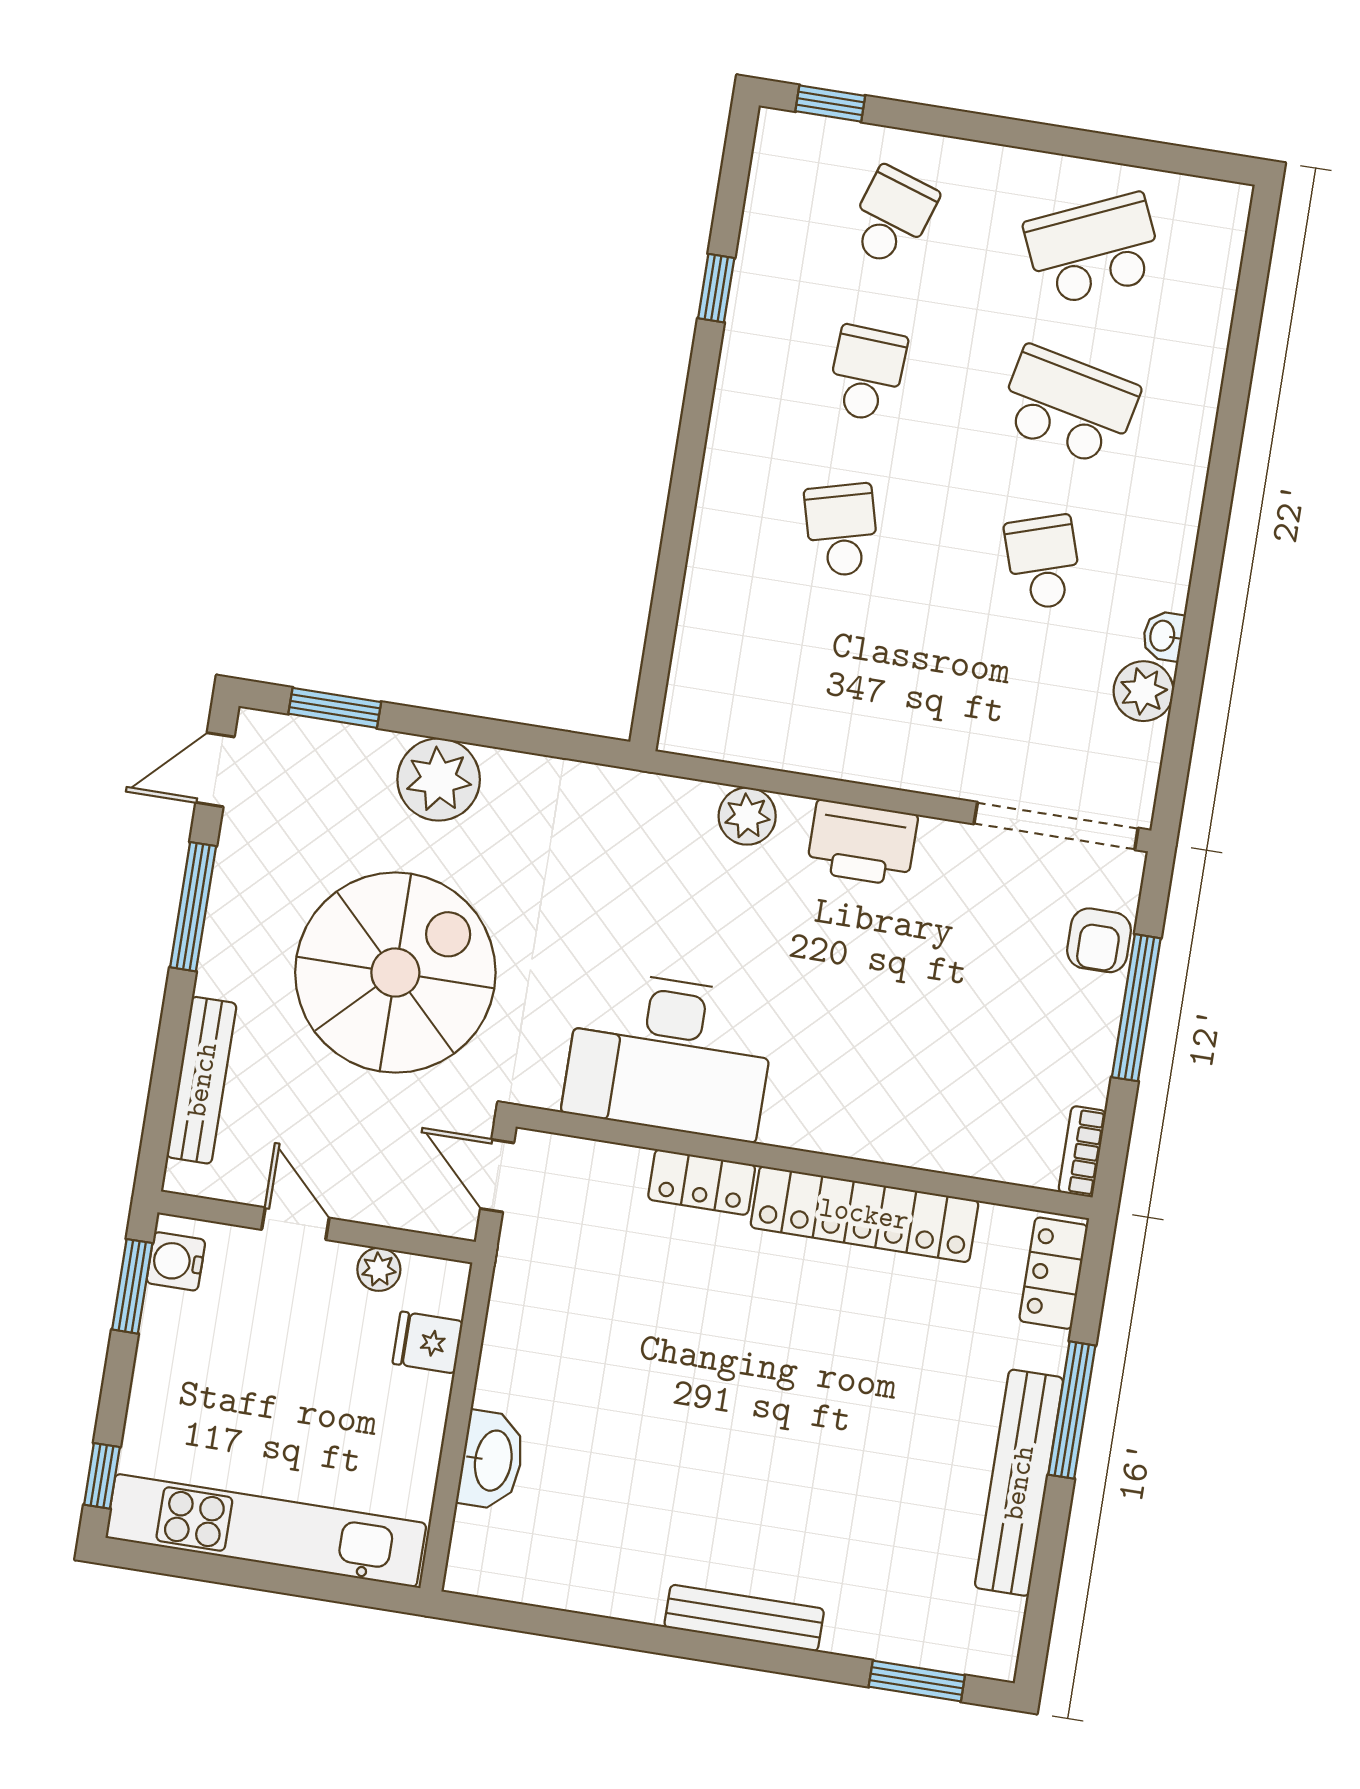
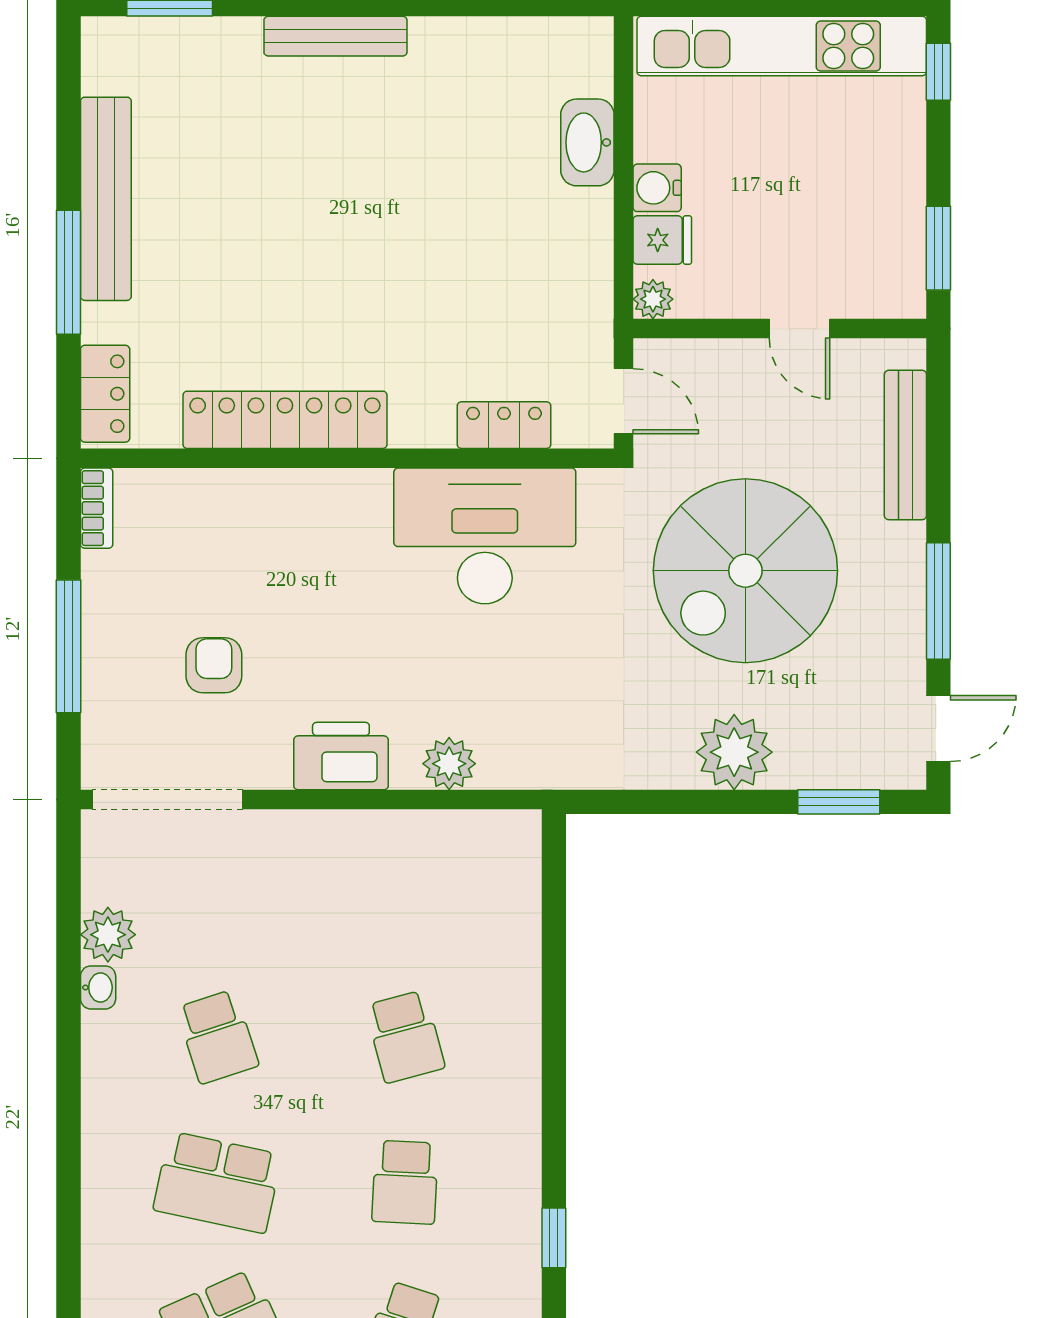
armchair: (1099, 940) -> (214, 665), moved
locker: (702, 1182) -> (504, 425), moved
water cooler: (176, 1261) -> (657, 188), moved, turned 180
plant: (379, 1269) -> (653, 299), moved

